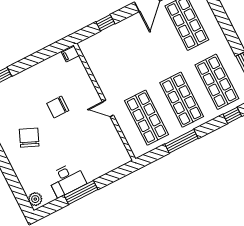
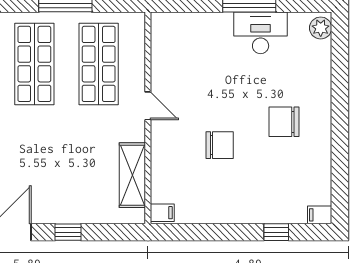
window: (105, 23) -> (68, 232), moved
shelving: (97, 66) -> (132, 175), added
chair: (29, 138) -> (284, 122), turned 67

